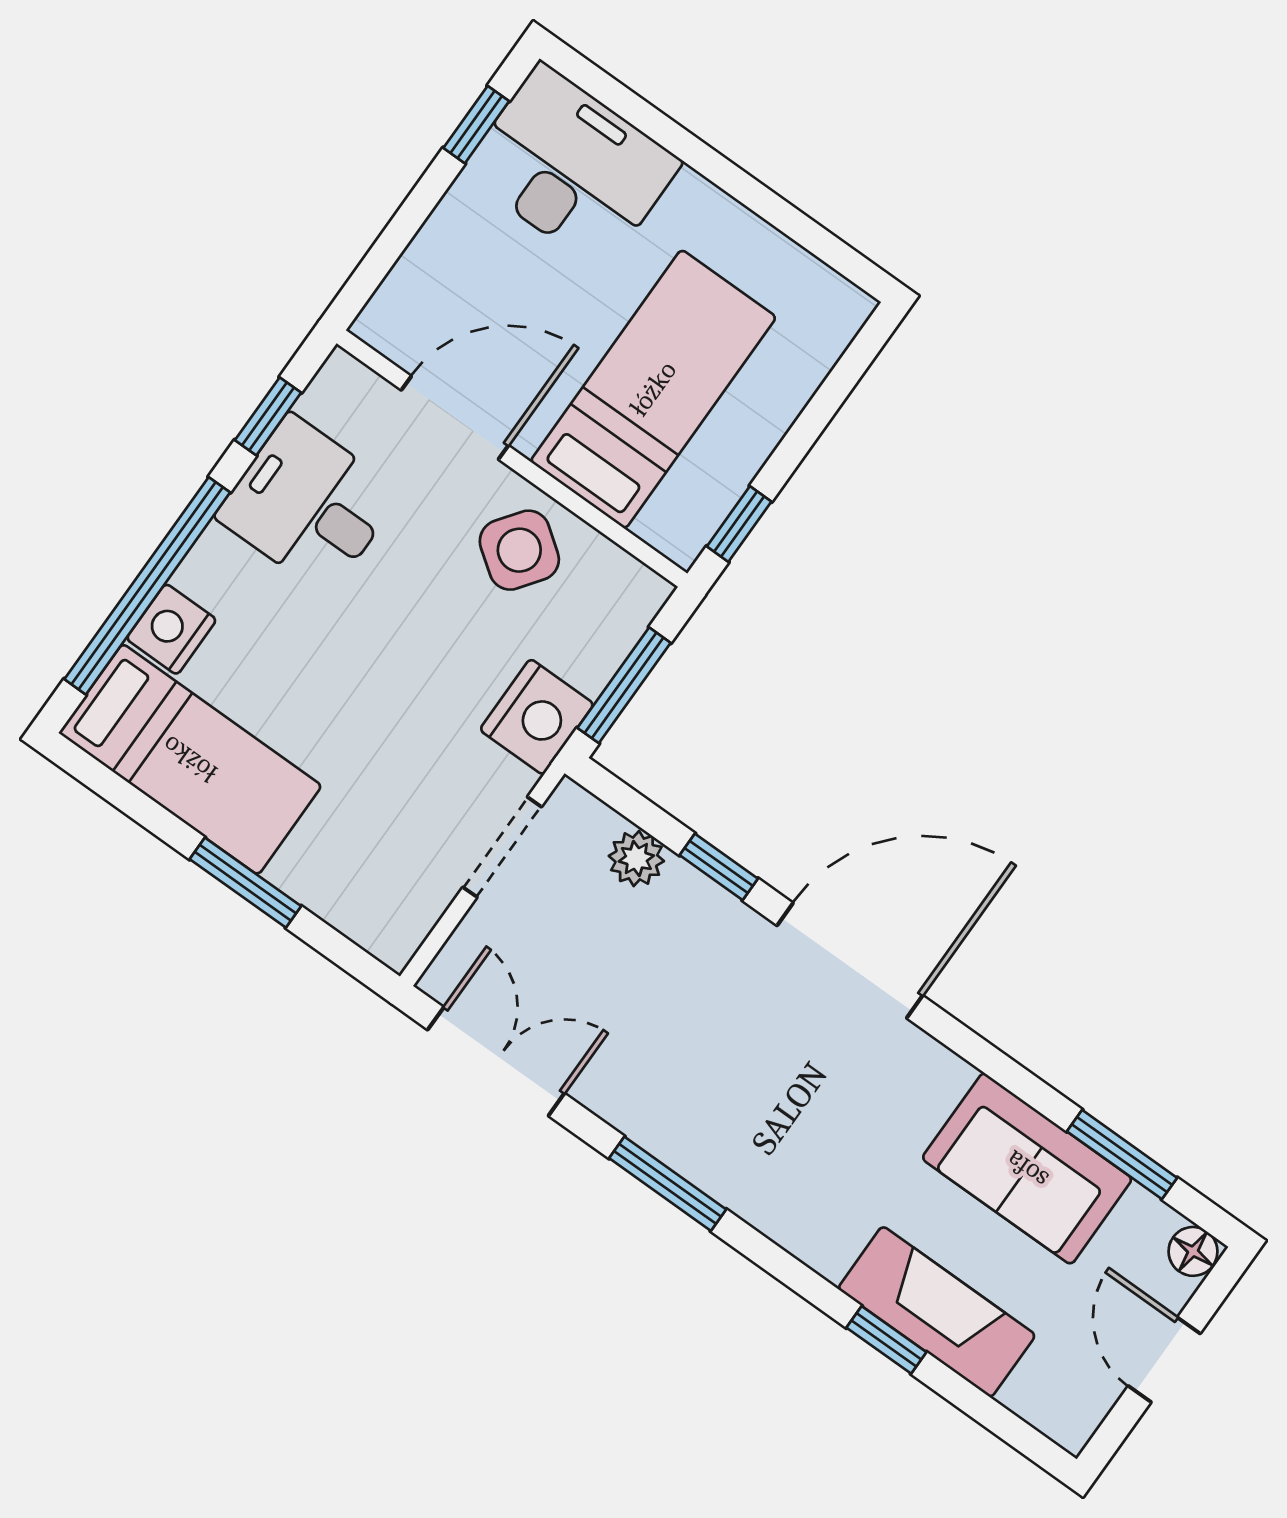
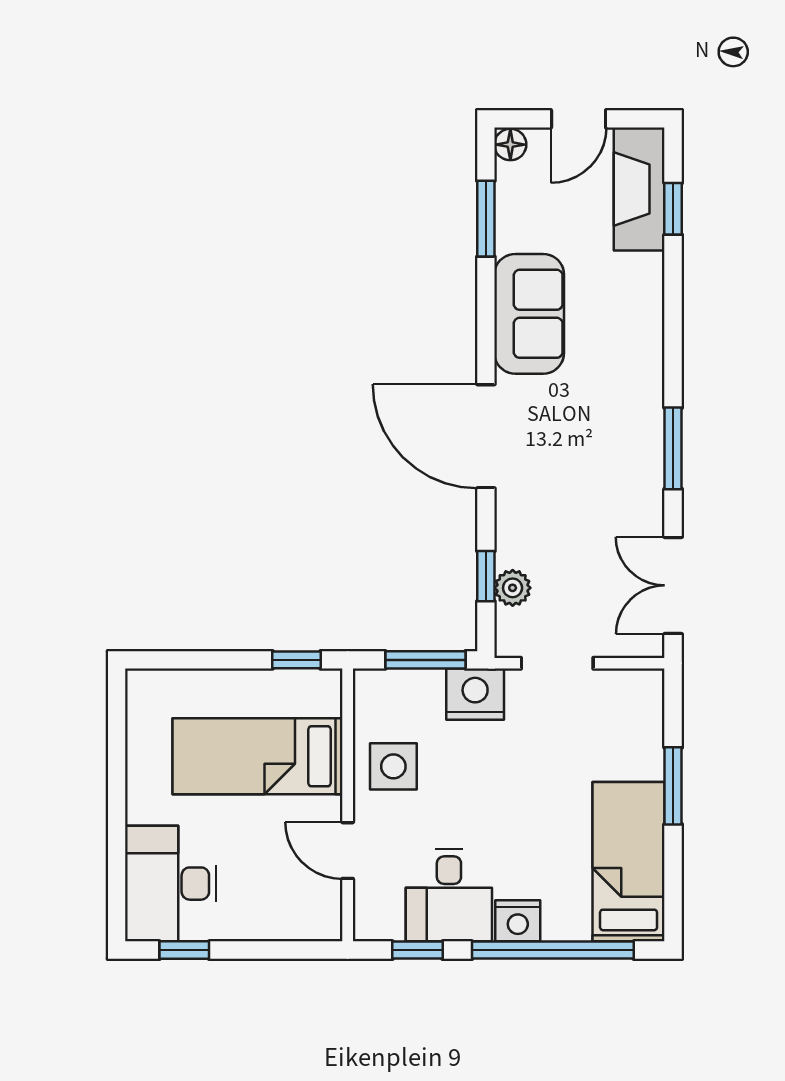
door: (455, 418) -> (348, 851), width x0.73
side table: (519, 550) -> (393, 766), turned -36
nightstand: (171, 629) -> (518, 921), moved
window: (719, 867) -> (486, 576), moved
sofa: (1027, 1169) -> (529, 314), moved
fireplace: (937, 1312) -> (639, 189), moved
window: (886, 1340) -> (673, 209), moved

